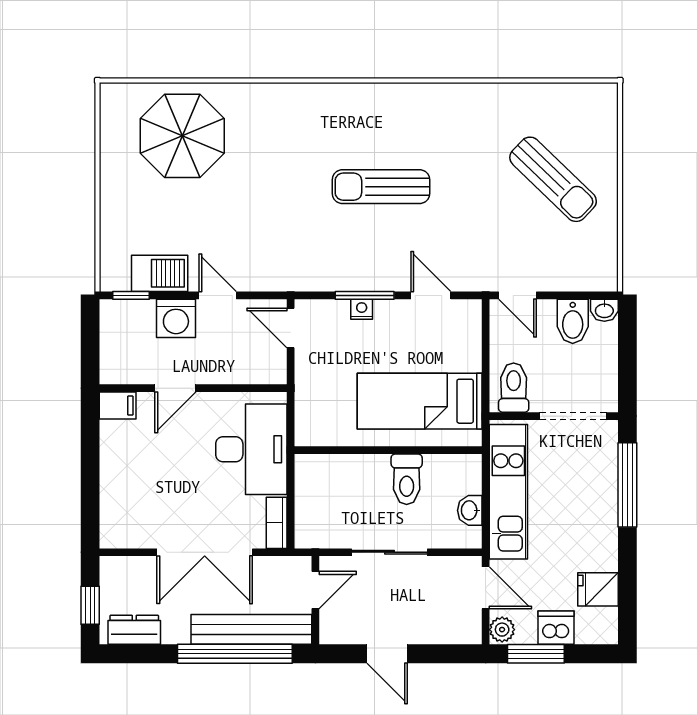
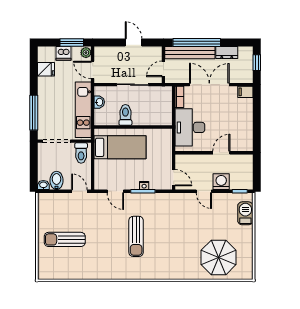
sun lounger: (553, 179) -> (65, 239), turned -44
sun lounger: (381, 187) -> (136, 236), turned 90
barbecue: (160, 273) -> (245, 213), moved, turned 90
filing cabinet: (118, 406) -> (245, 92), moved
dresser: (134, 630) -> (227, 52), moved

